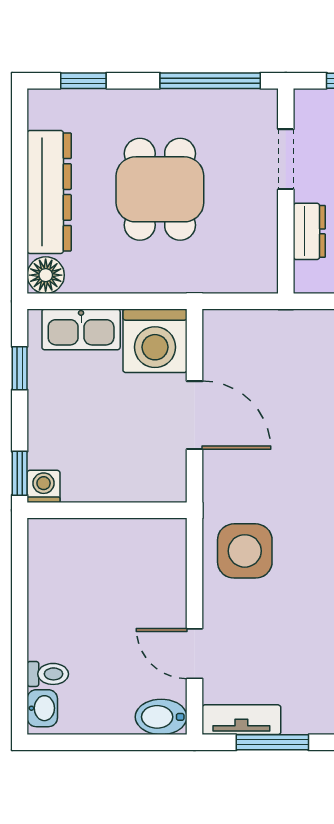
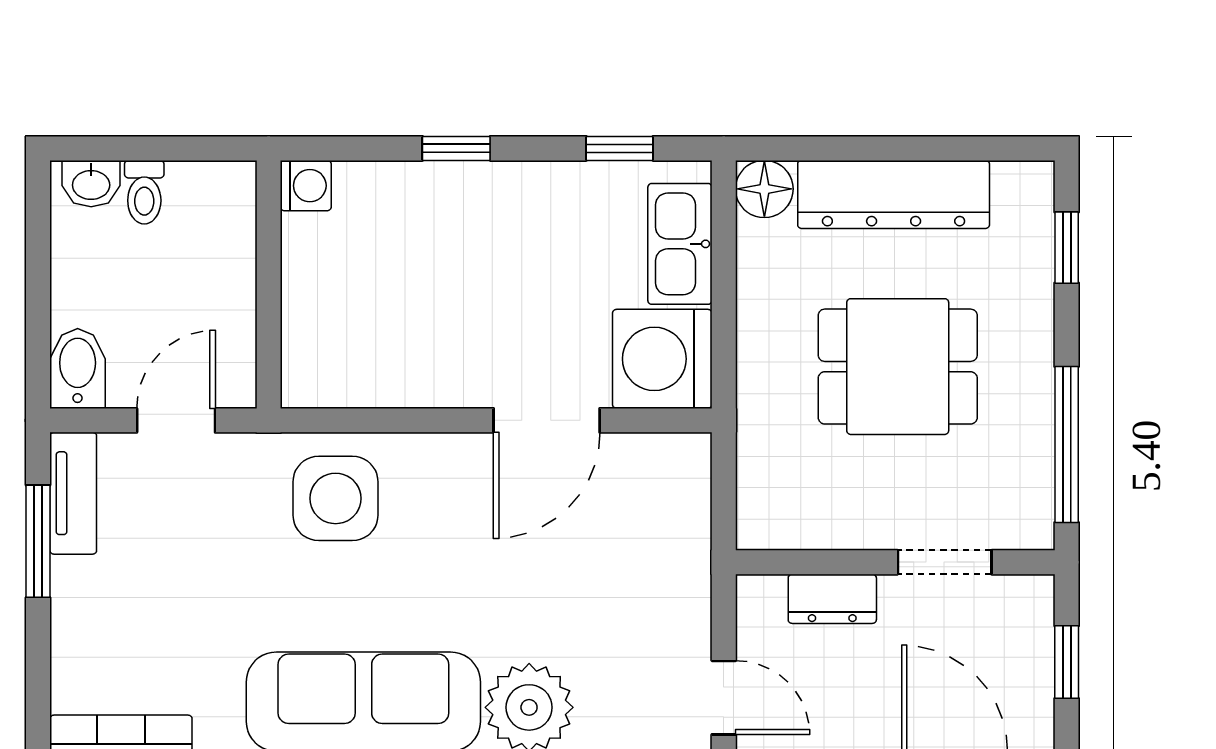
washing machine: (44, 486) -> (306, 186), moved
wall: (107, 510) -> (269, 284), moved

